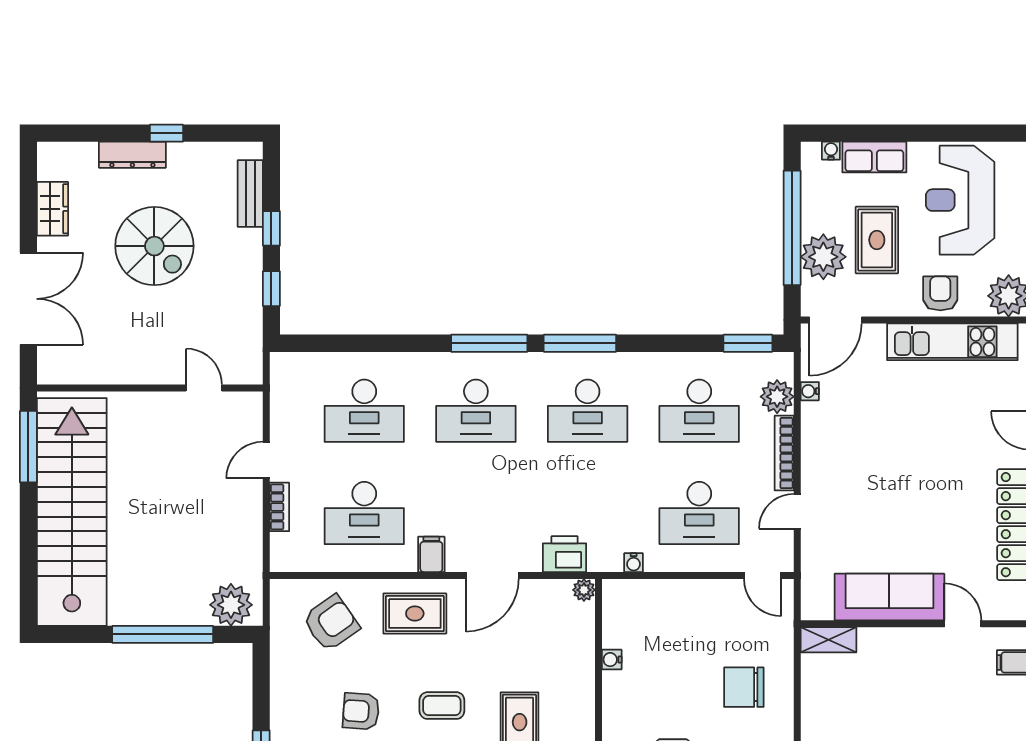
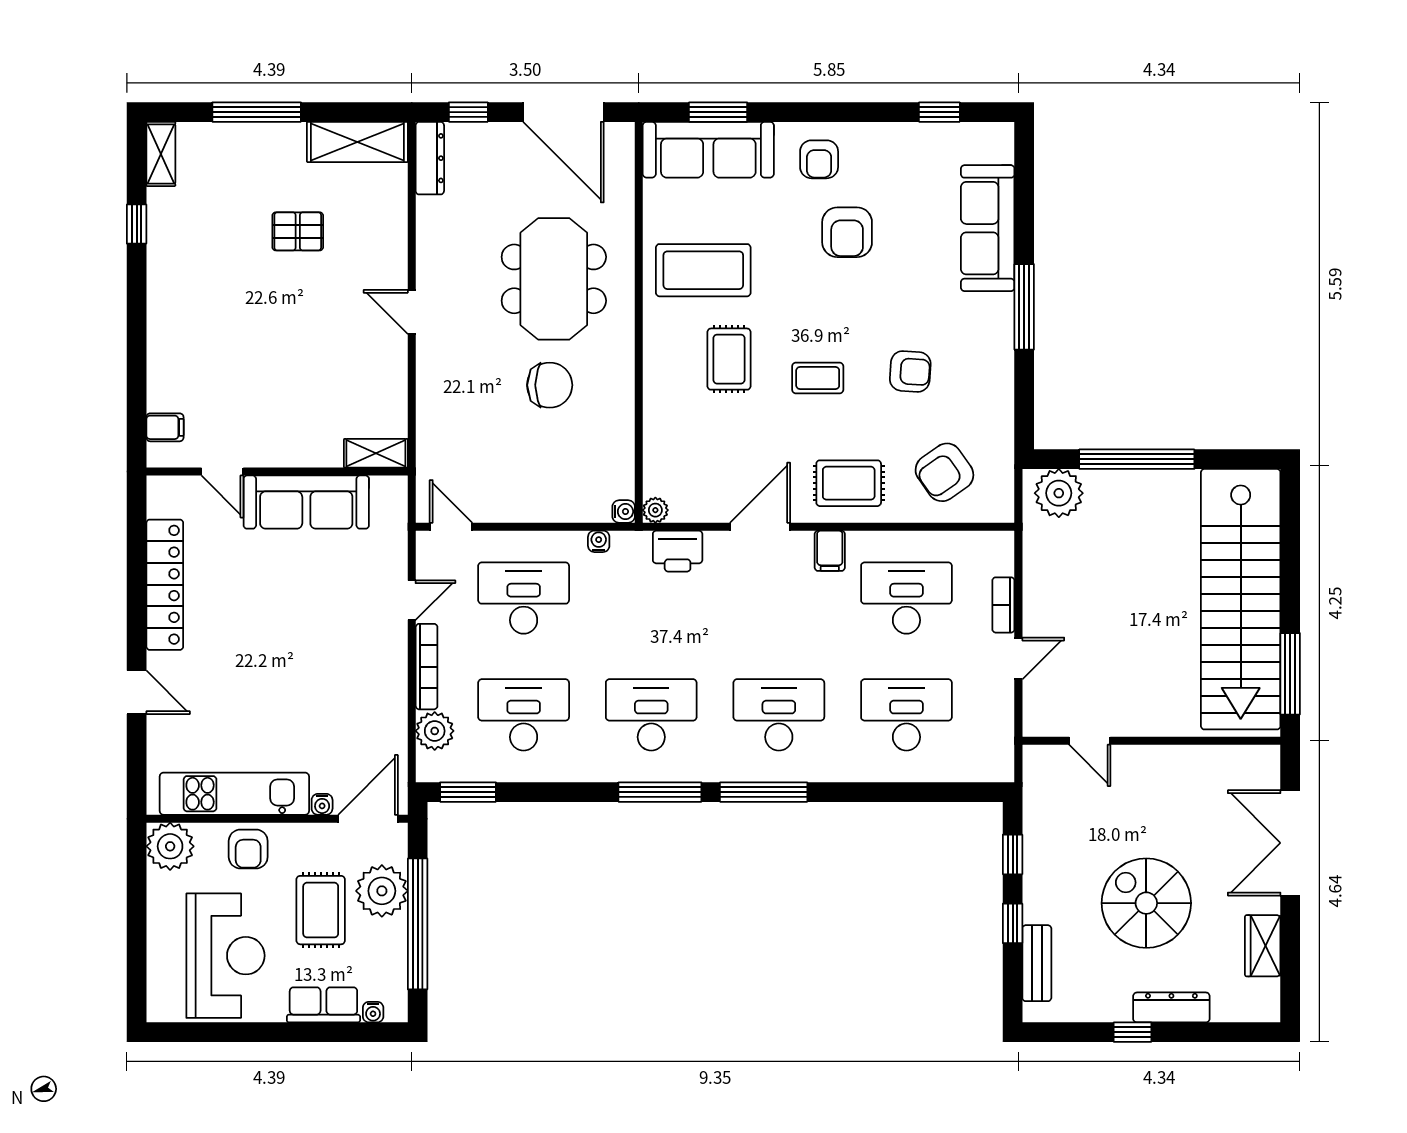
water cooler: (810, 391) -> (322, 804), moved, turned 90
water cooler: (612, 660) -> (624, 512), moved
chair: (744, 687) -> (550, 385), moved

